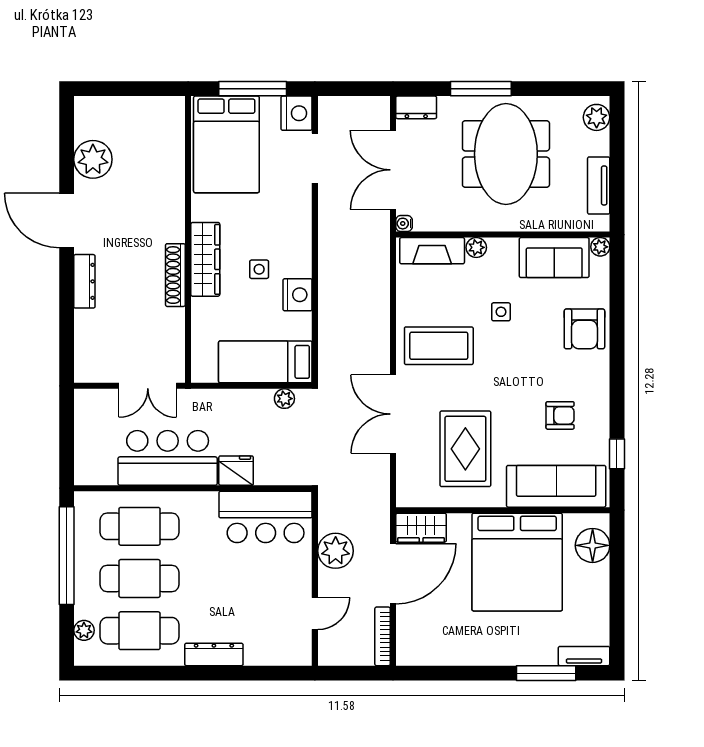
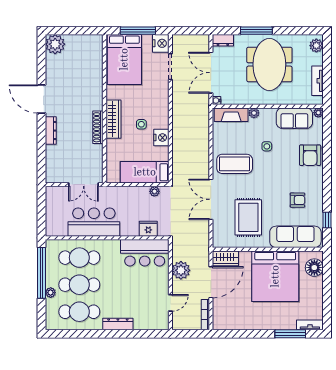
plant: (93, 159) -> (55, 44), moved
fridge: (236, 471) -> (148, 229), moved
plant: (84, 630) -> (51, 293), moved

